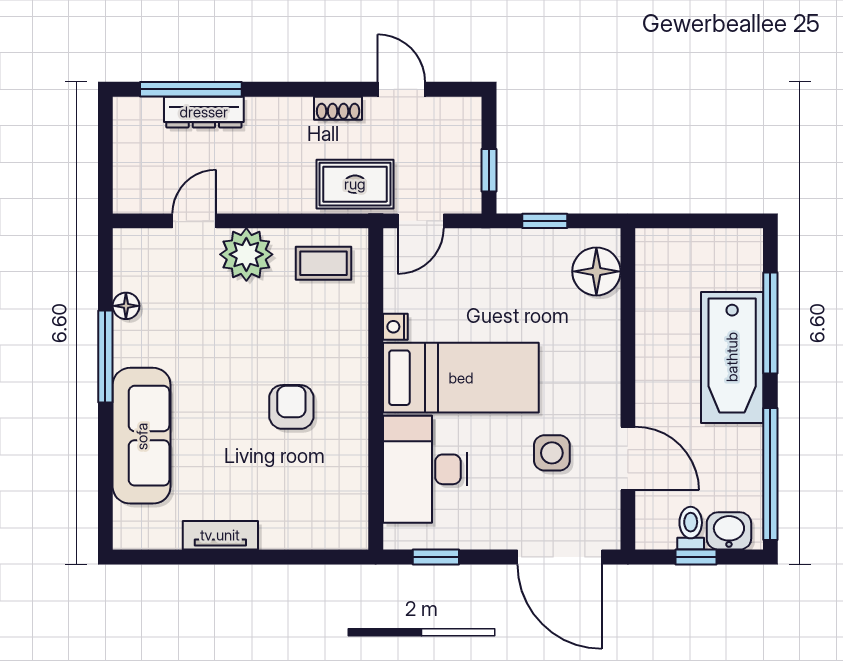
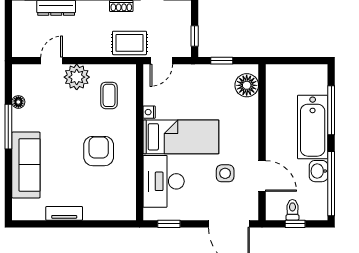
coffee table: (323, 263) -> (109, 95), moved, turned 90
armchair: (291, 407) -> (99, 151), width x1.38, depth x1.38
washbasin: (729, 531) -> (319, 171), moved, turned -90

